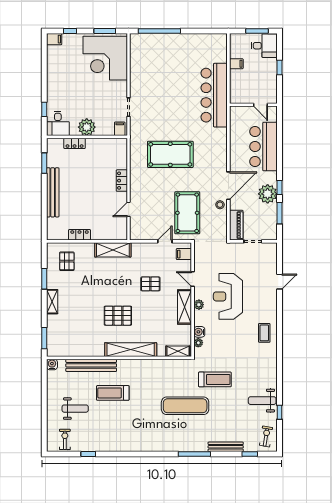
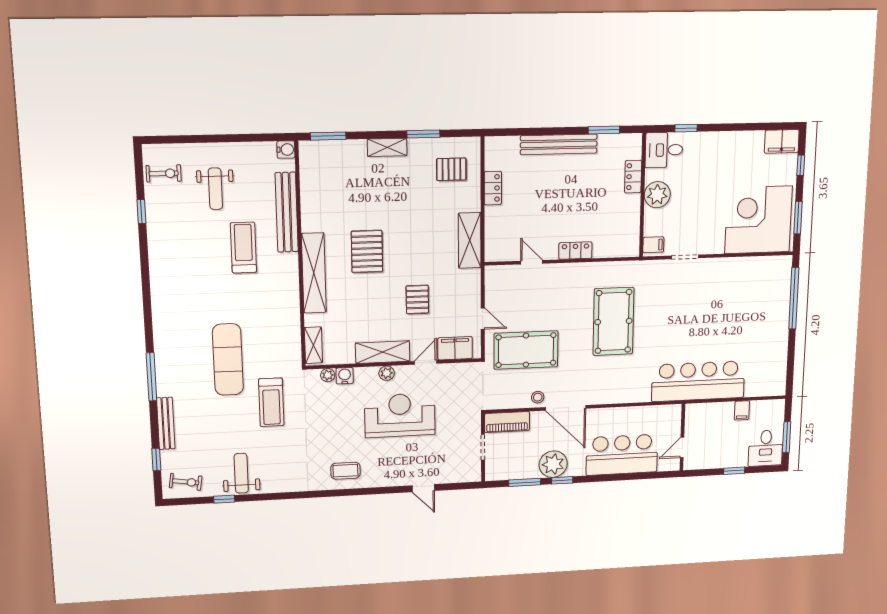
filing cabinet: (54, 39) -> (782, 141), width x2.00
filing cabinet: (184, 254) -> (455, 348), width x2.00

